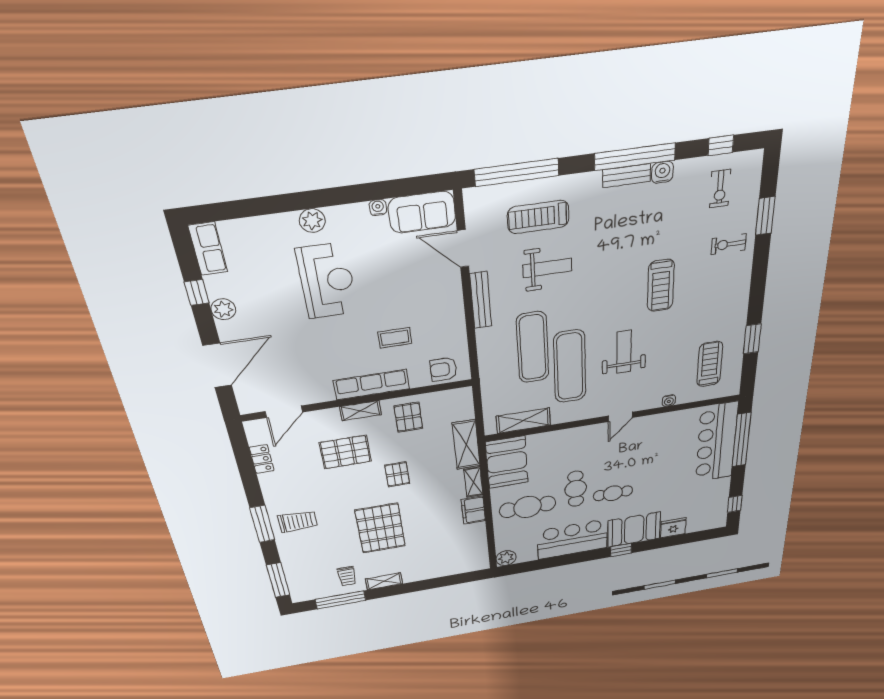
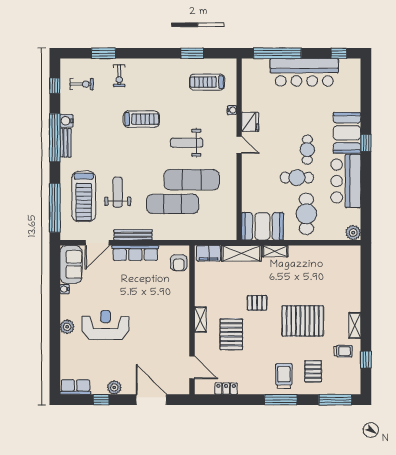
treadmill: (538, 217) -> (84, 196), width x1.37, depth x1.38
coffee table: (395, 338) -> (150, 291), removed
row of seats: (372, 385) -> (135, 253), moved, turned -90
pallet: (408, 417) -> (313, 371), moved, turned 90
shelving: (523, 421) -> (229, 213), removed
bar counter: (717, 442) -> (304, 72), moved
filing cabinet: (473, 510) -> (209, 253), moved
fridge: (673, 528) -> (250, 122), moved, turned 180
window: (340, 600) -> (366, 360), width x0.46

